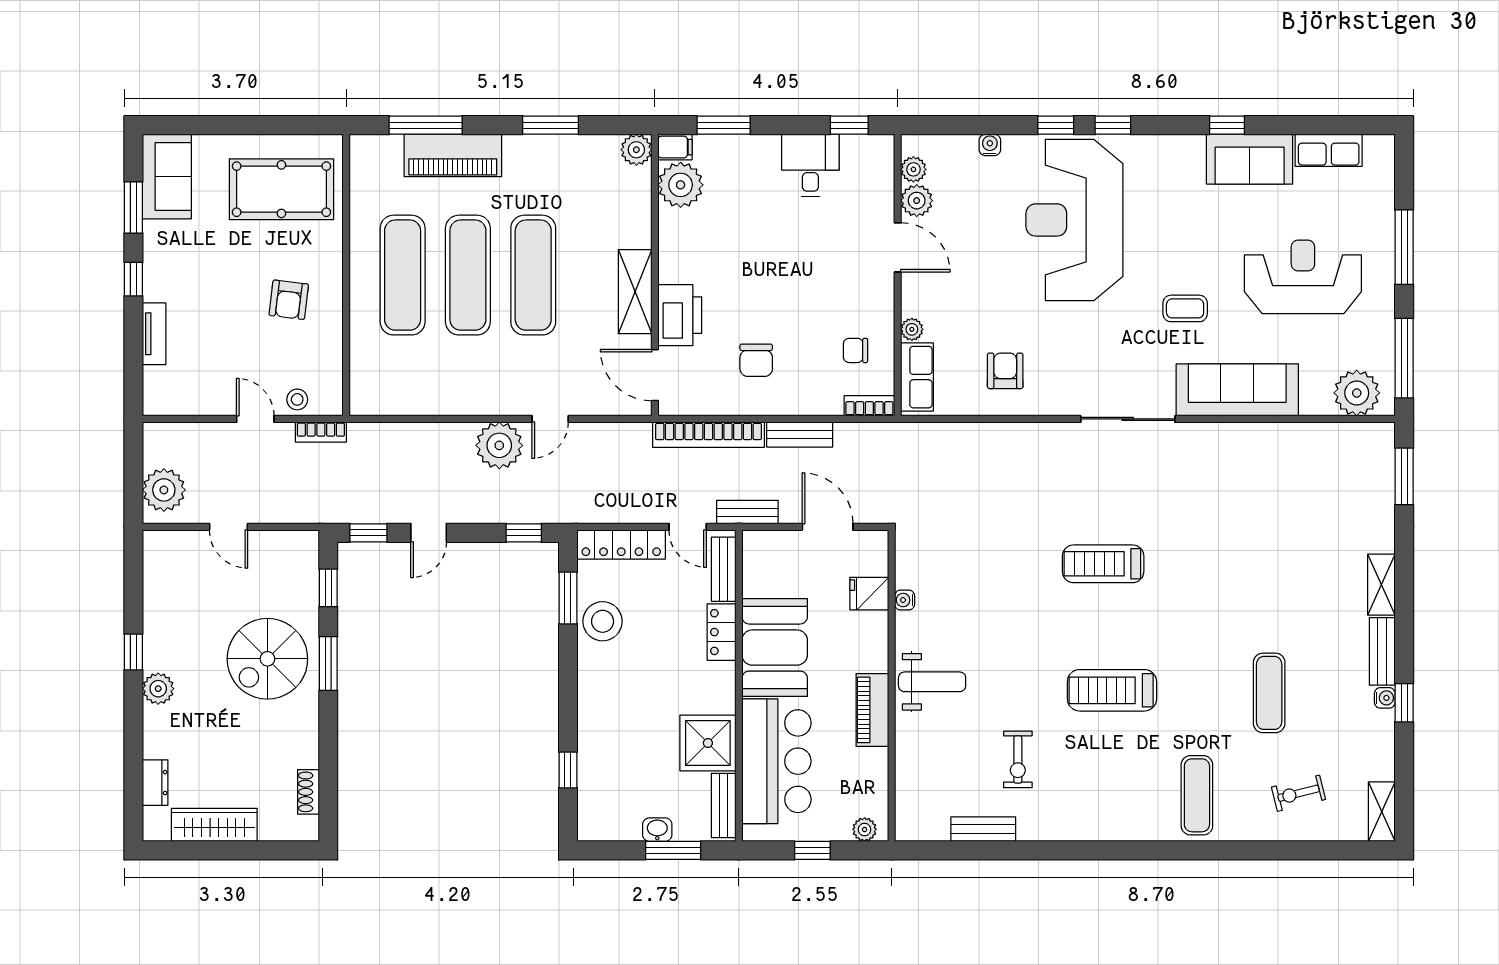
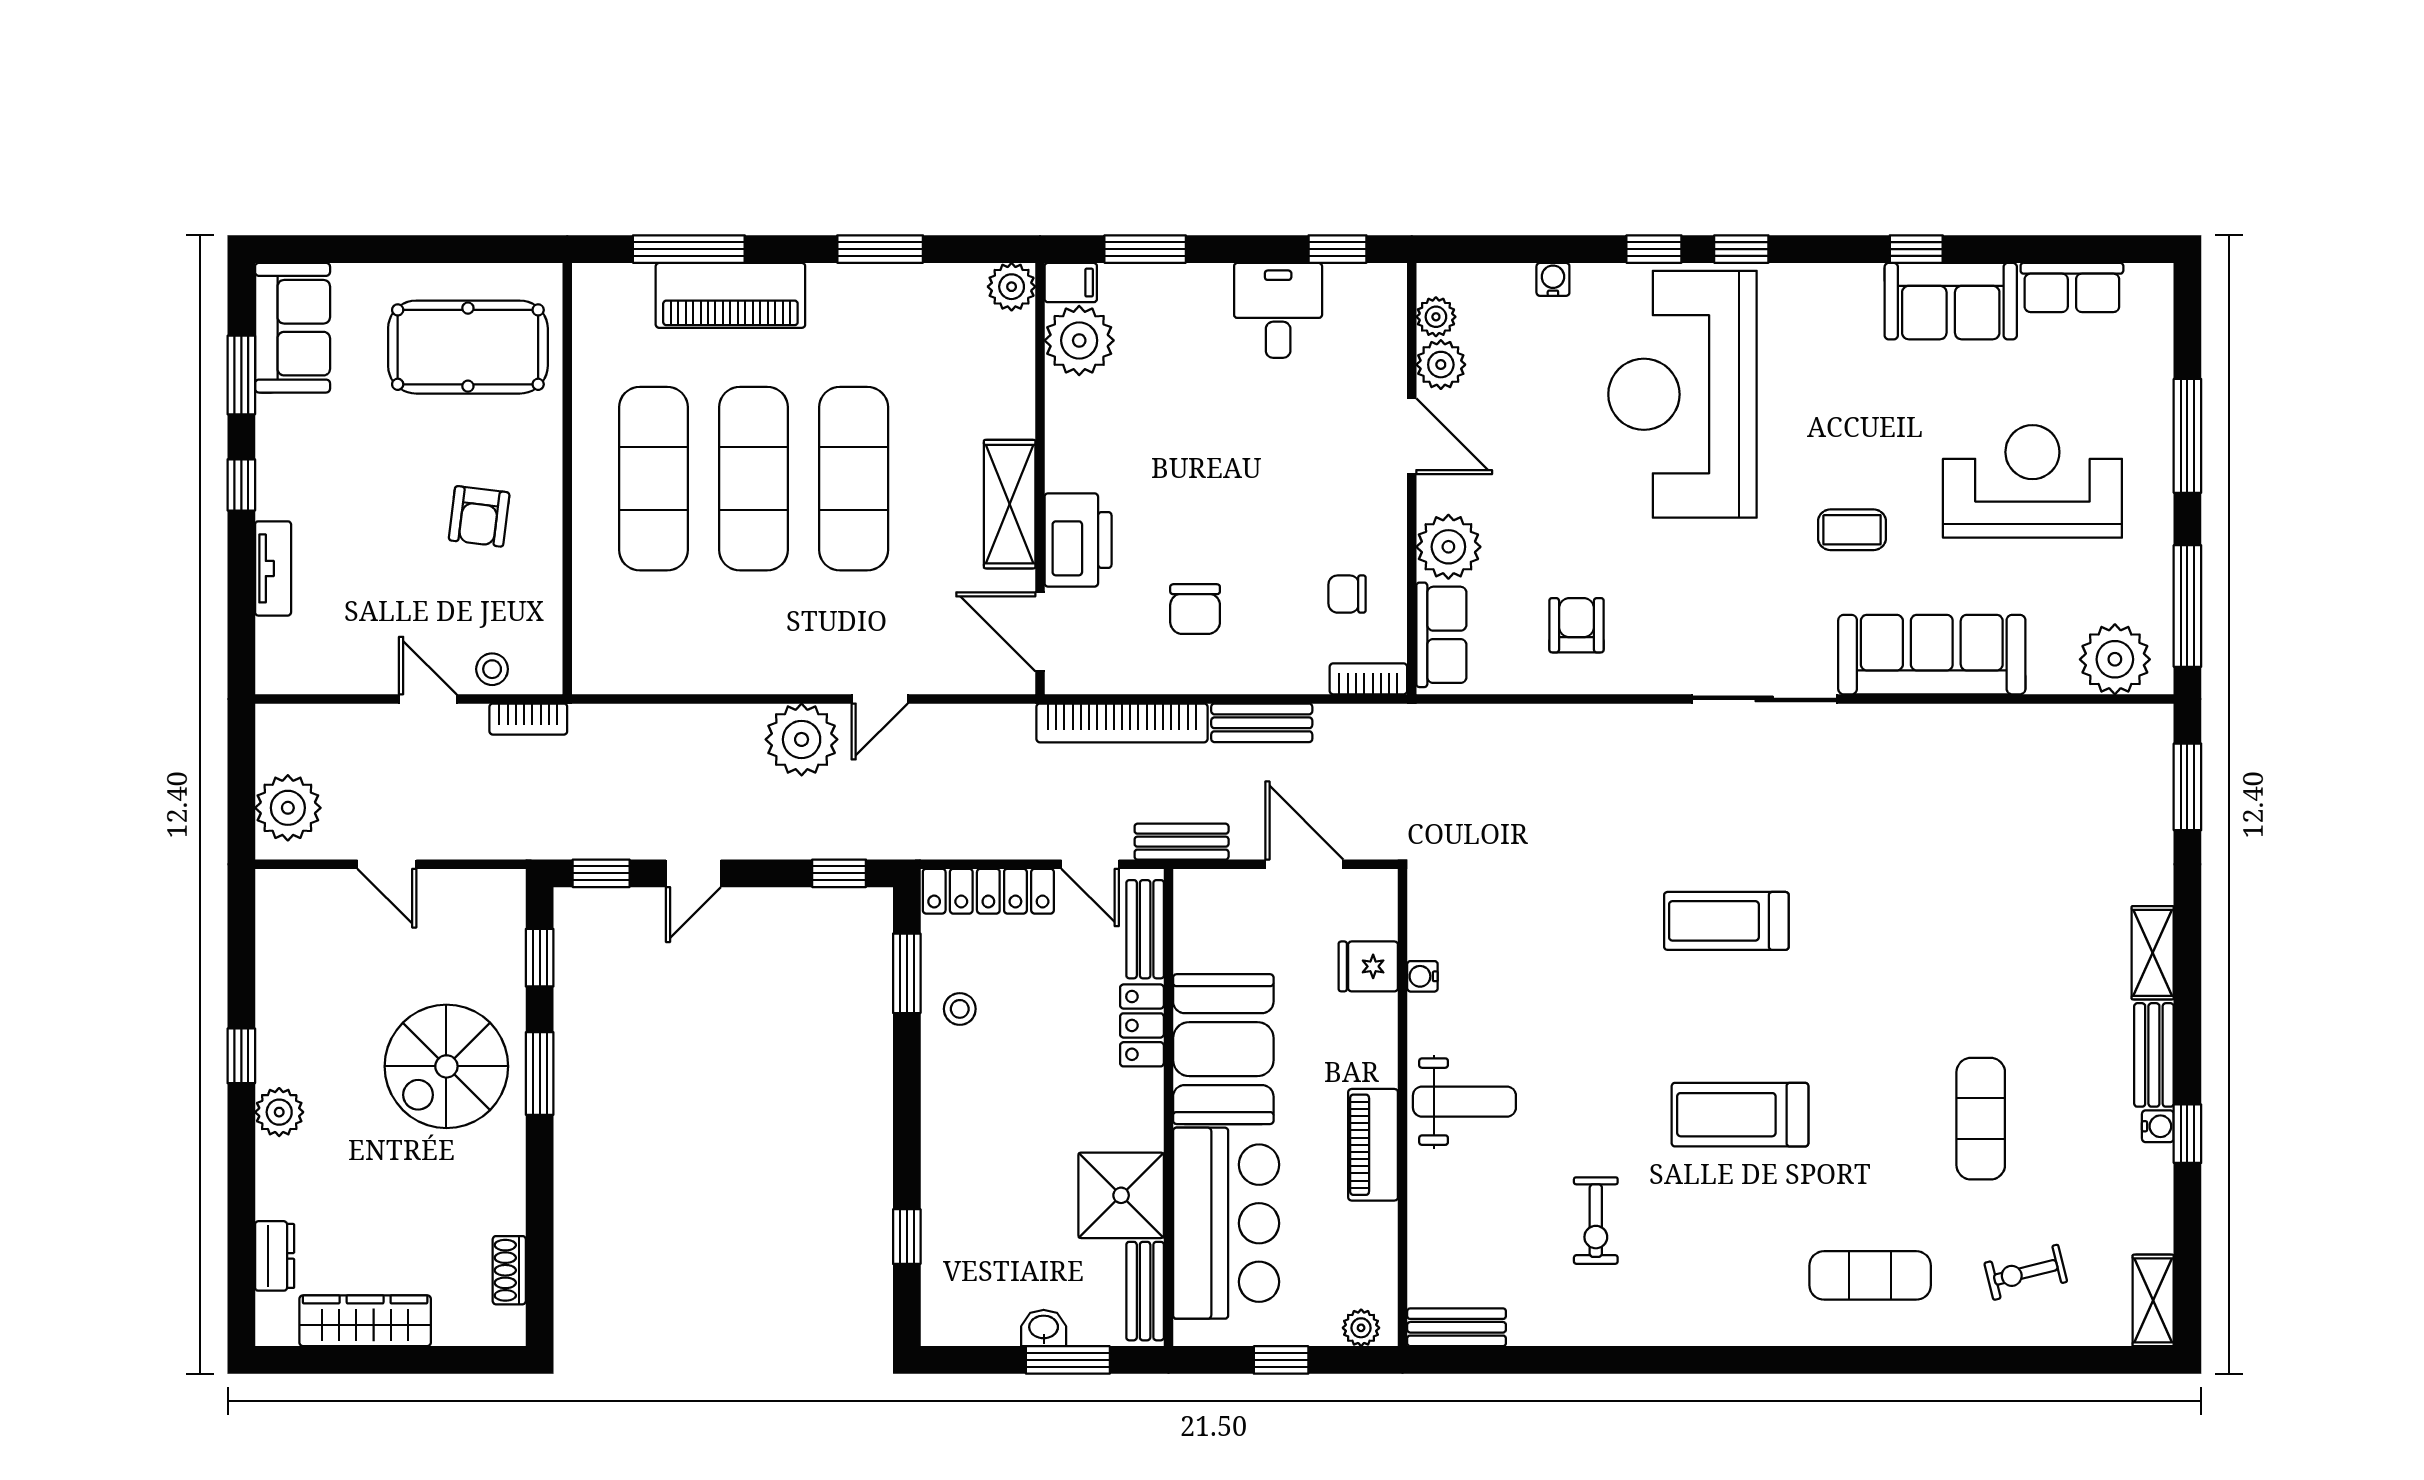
plant: (912, 329) -> (1448, 547), width x1.88, depth x1.88
stool: (603, 621) -> (960, 1009), width x0.53, depth x0.53
exercise mat: (1197, 795) -> (1870, 1275), turned 90
bench: (983, 829) -> (1457, 1327), moved

